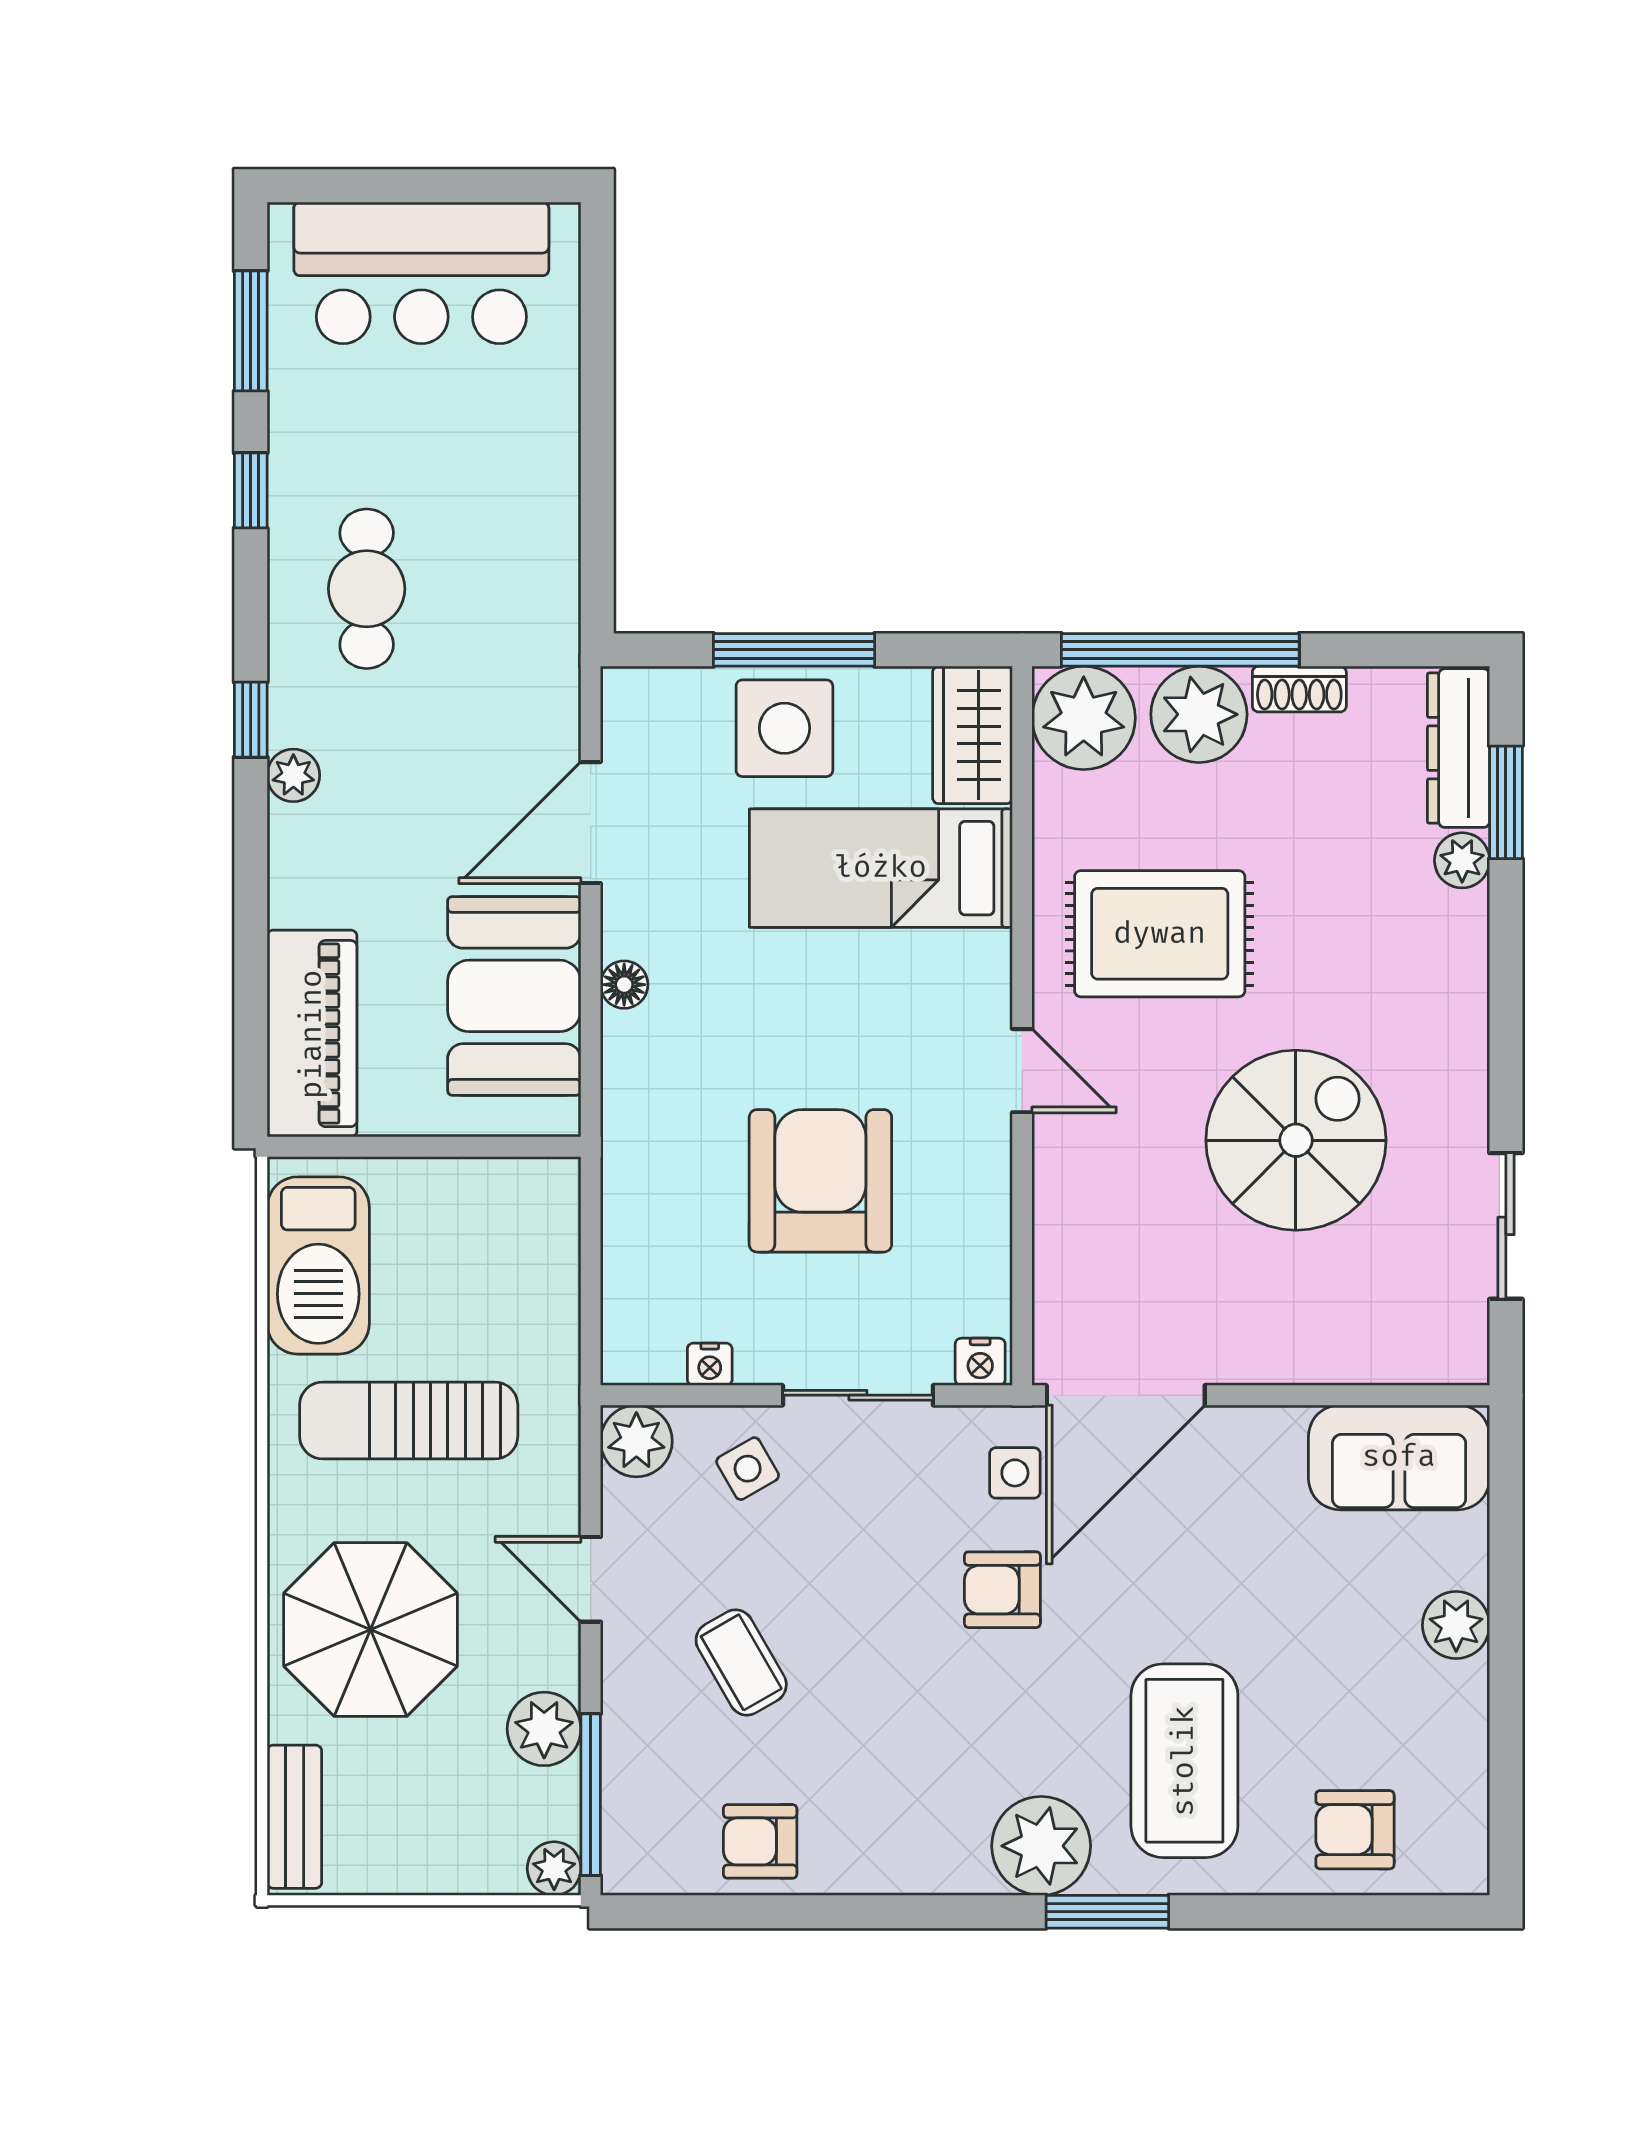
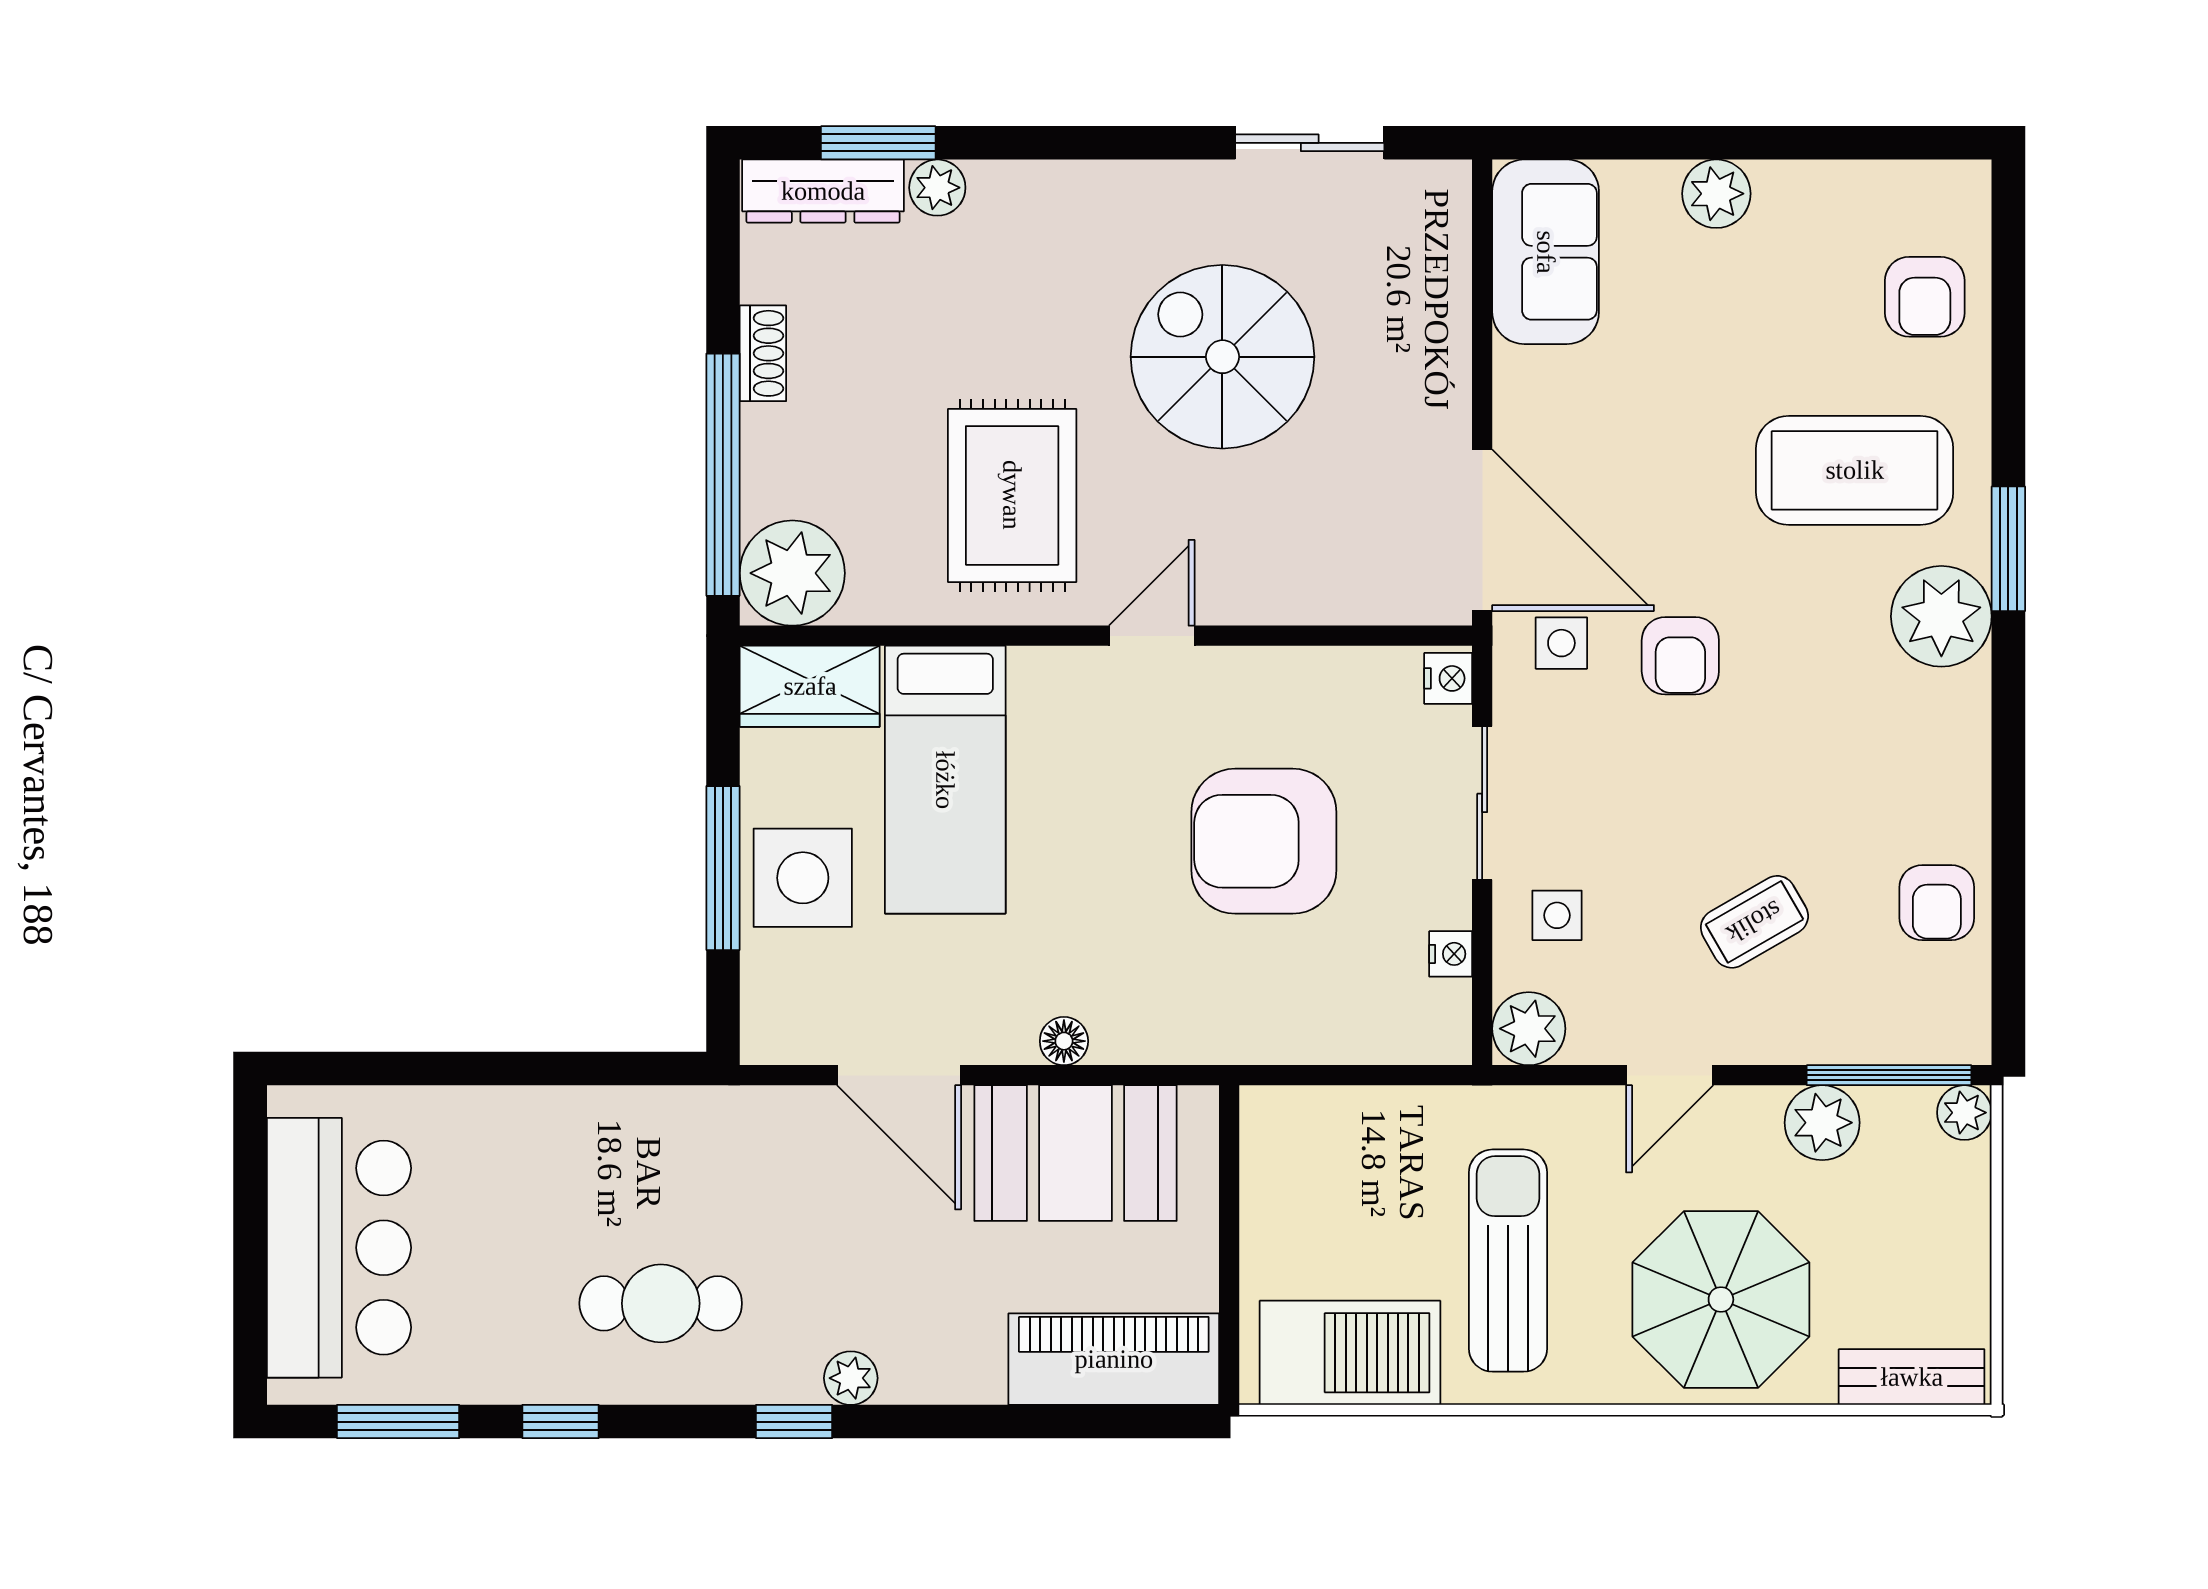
plant: (1199, 714) -> (789, 456), removed
sun lounger: (409, 1421) -> (1508, 1261), turned 180
side table: (748, 1469) -> (1557, 915), turned 30

